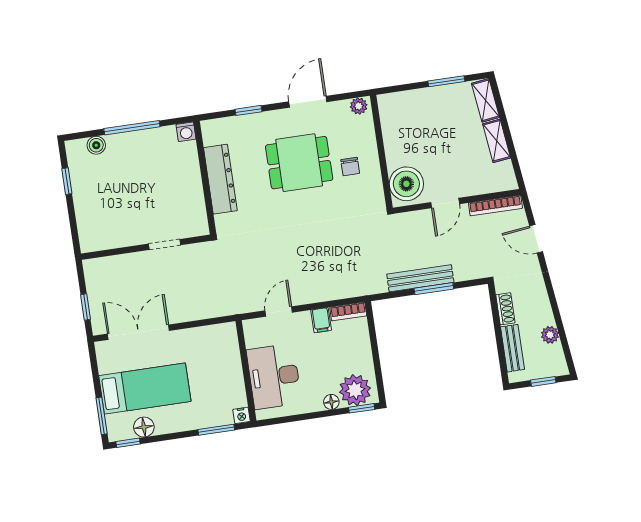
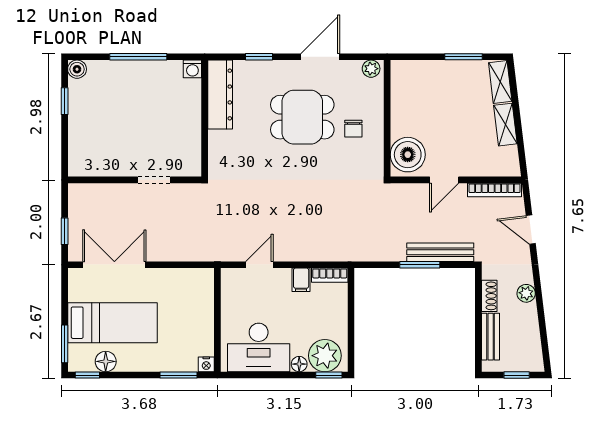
boiler: (96, 145) -> (77, 69), moved
dresser: (220, 179) -> (220, 94), moved
bench: (420, 278) -> (440, 252), moved
plant: (550, 335) -> (526, 293), moved
desk: (274, 376) -> (259, 347), moved, turned -90

